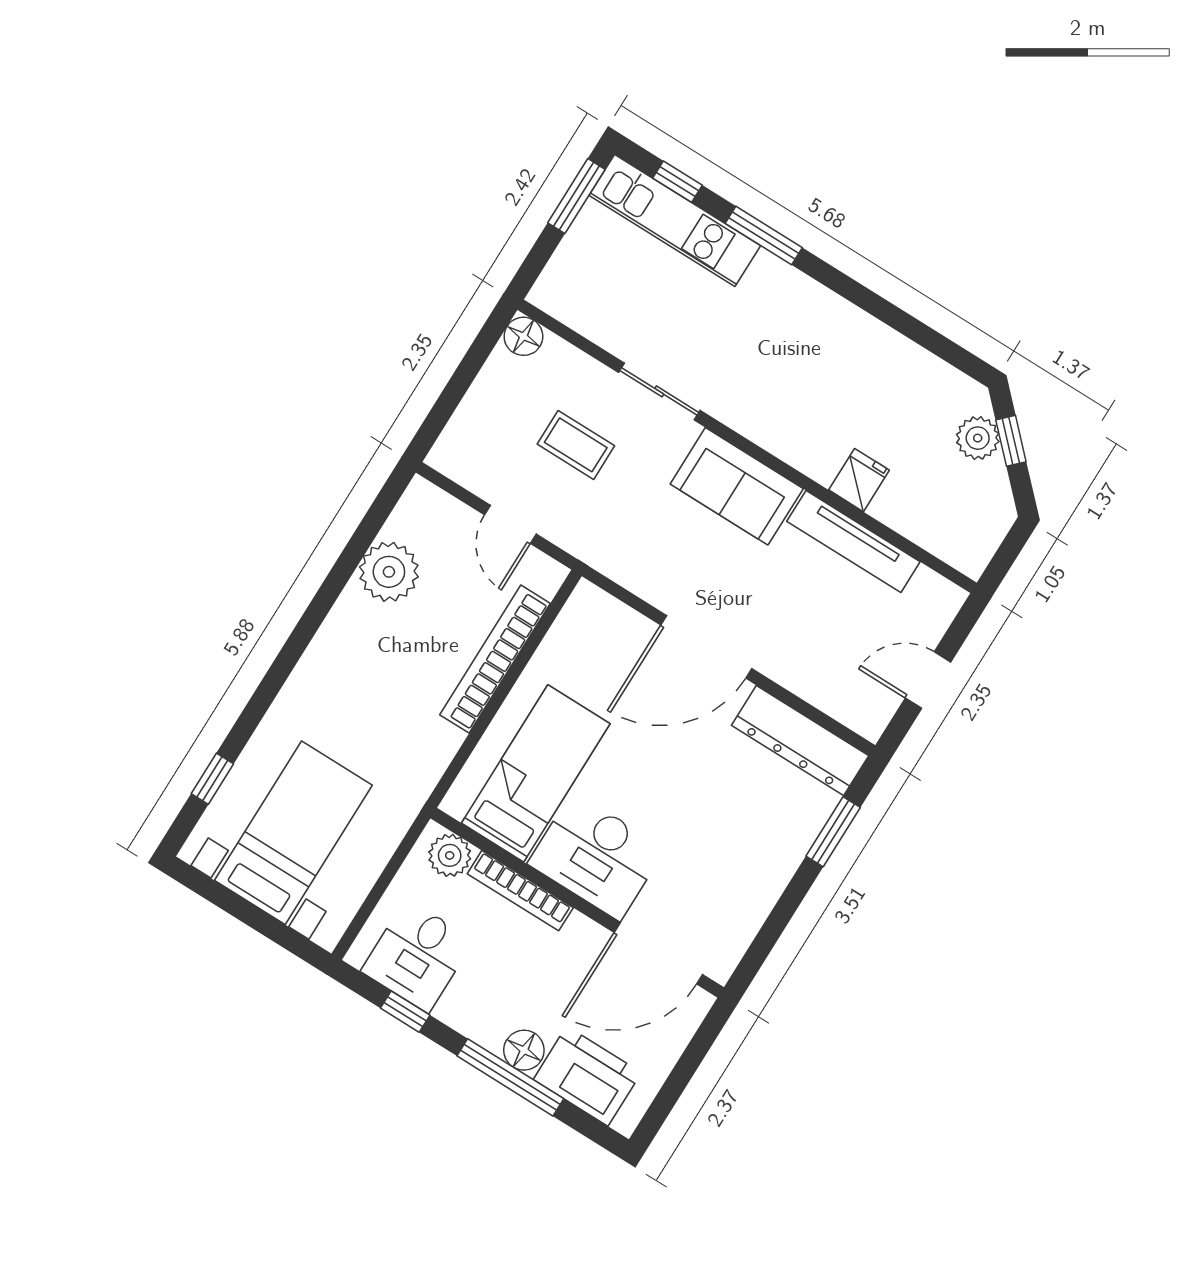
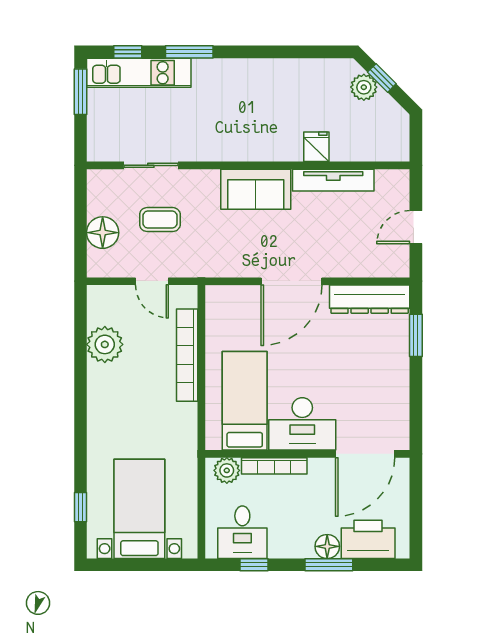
floor lamp: (523, 336) -> (103, 233), moved, width x1.38, depth x1.38
sliding door: (659, 391) -> (151, 165), moved
window: (510, 1077) -> (329, 565), width x0.69

